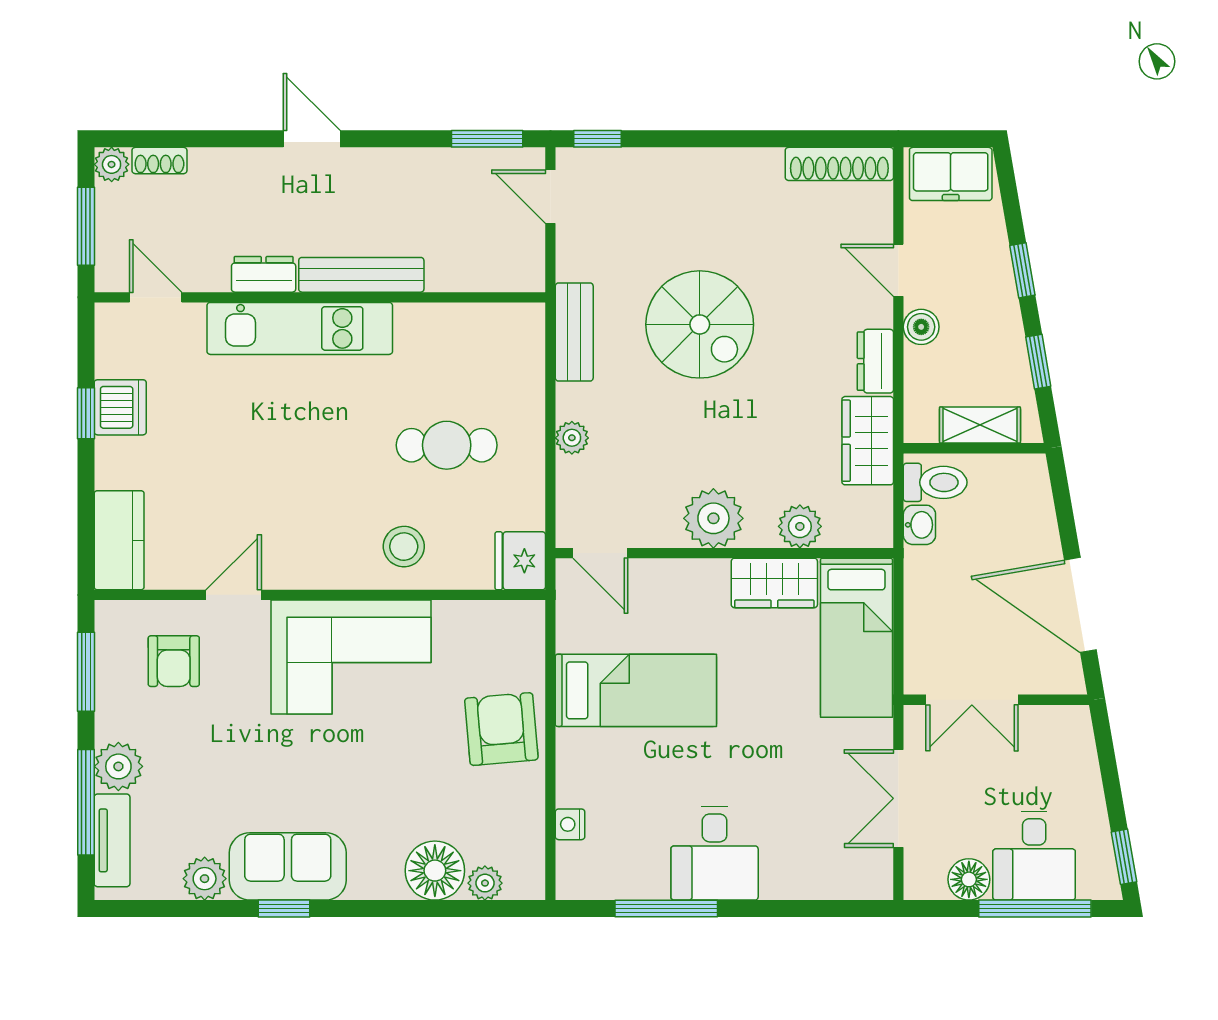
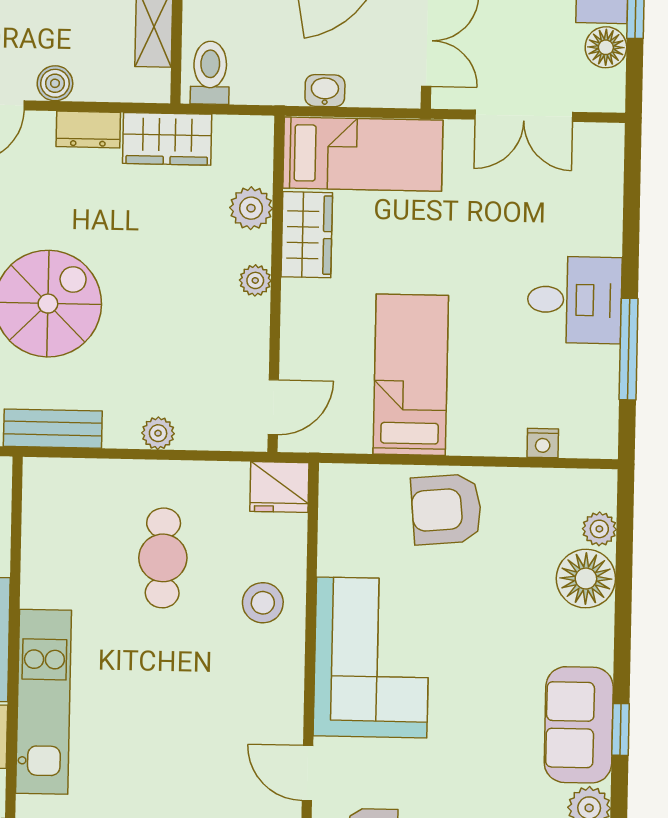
plant: (713, 518) -> (255, 280), width x0.53, depth x0.53
washbasin: (919, 525) -> (325, 91), moved

